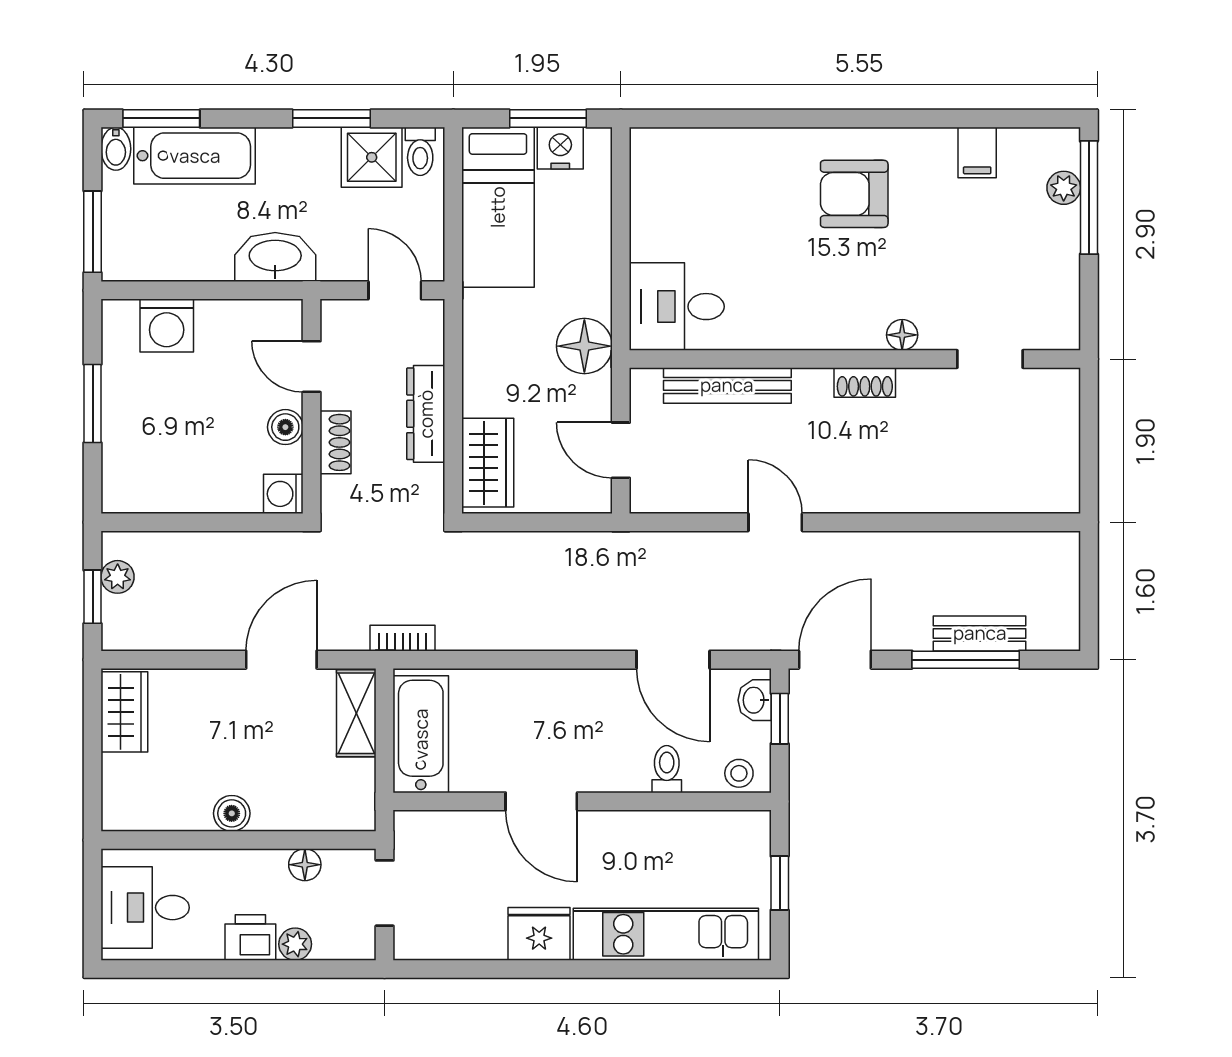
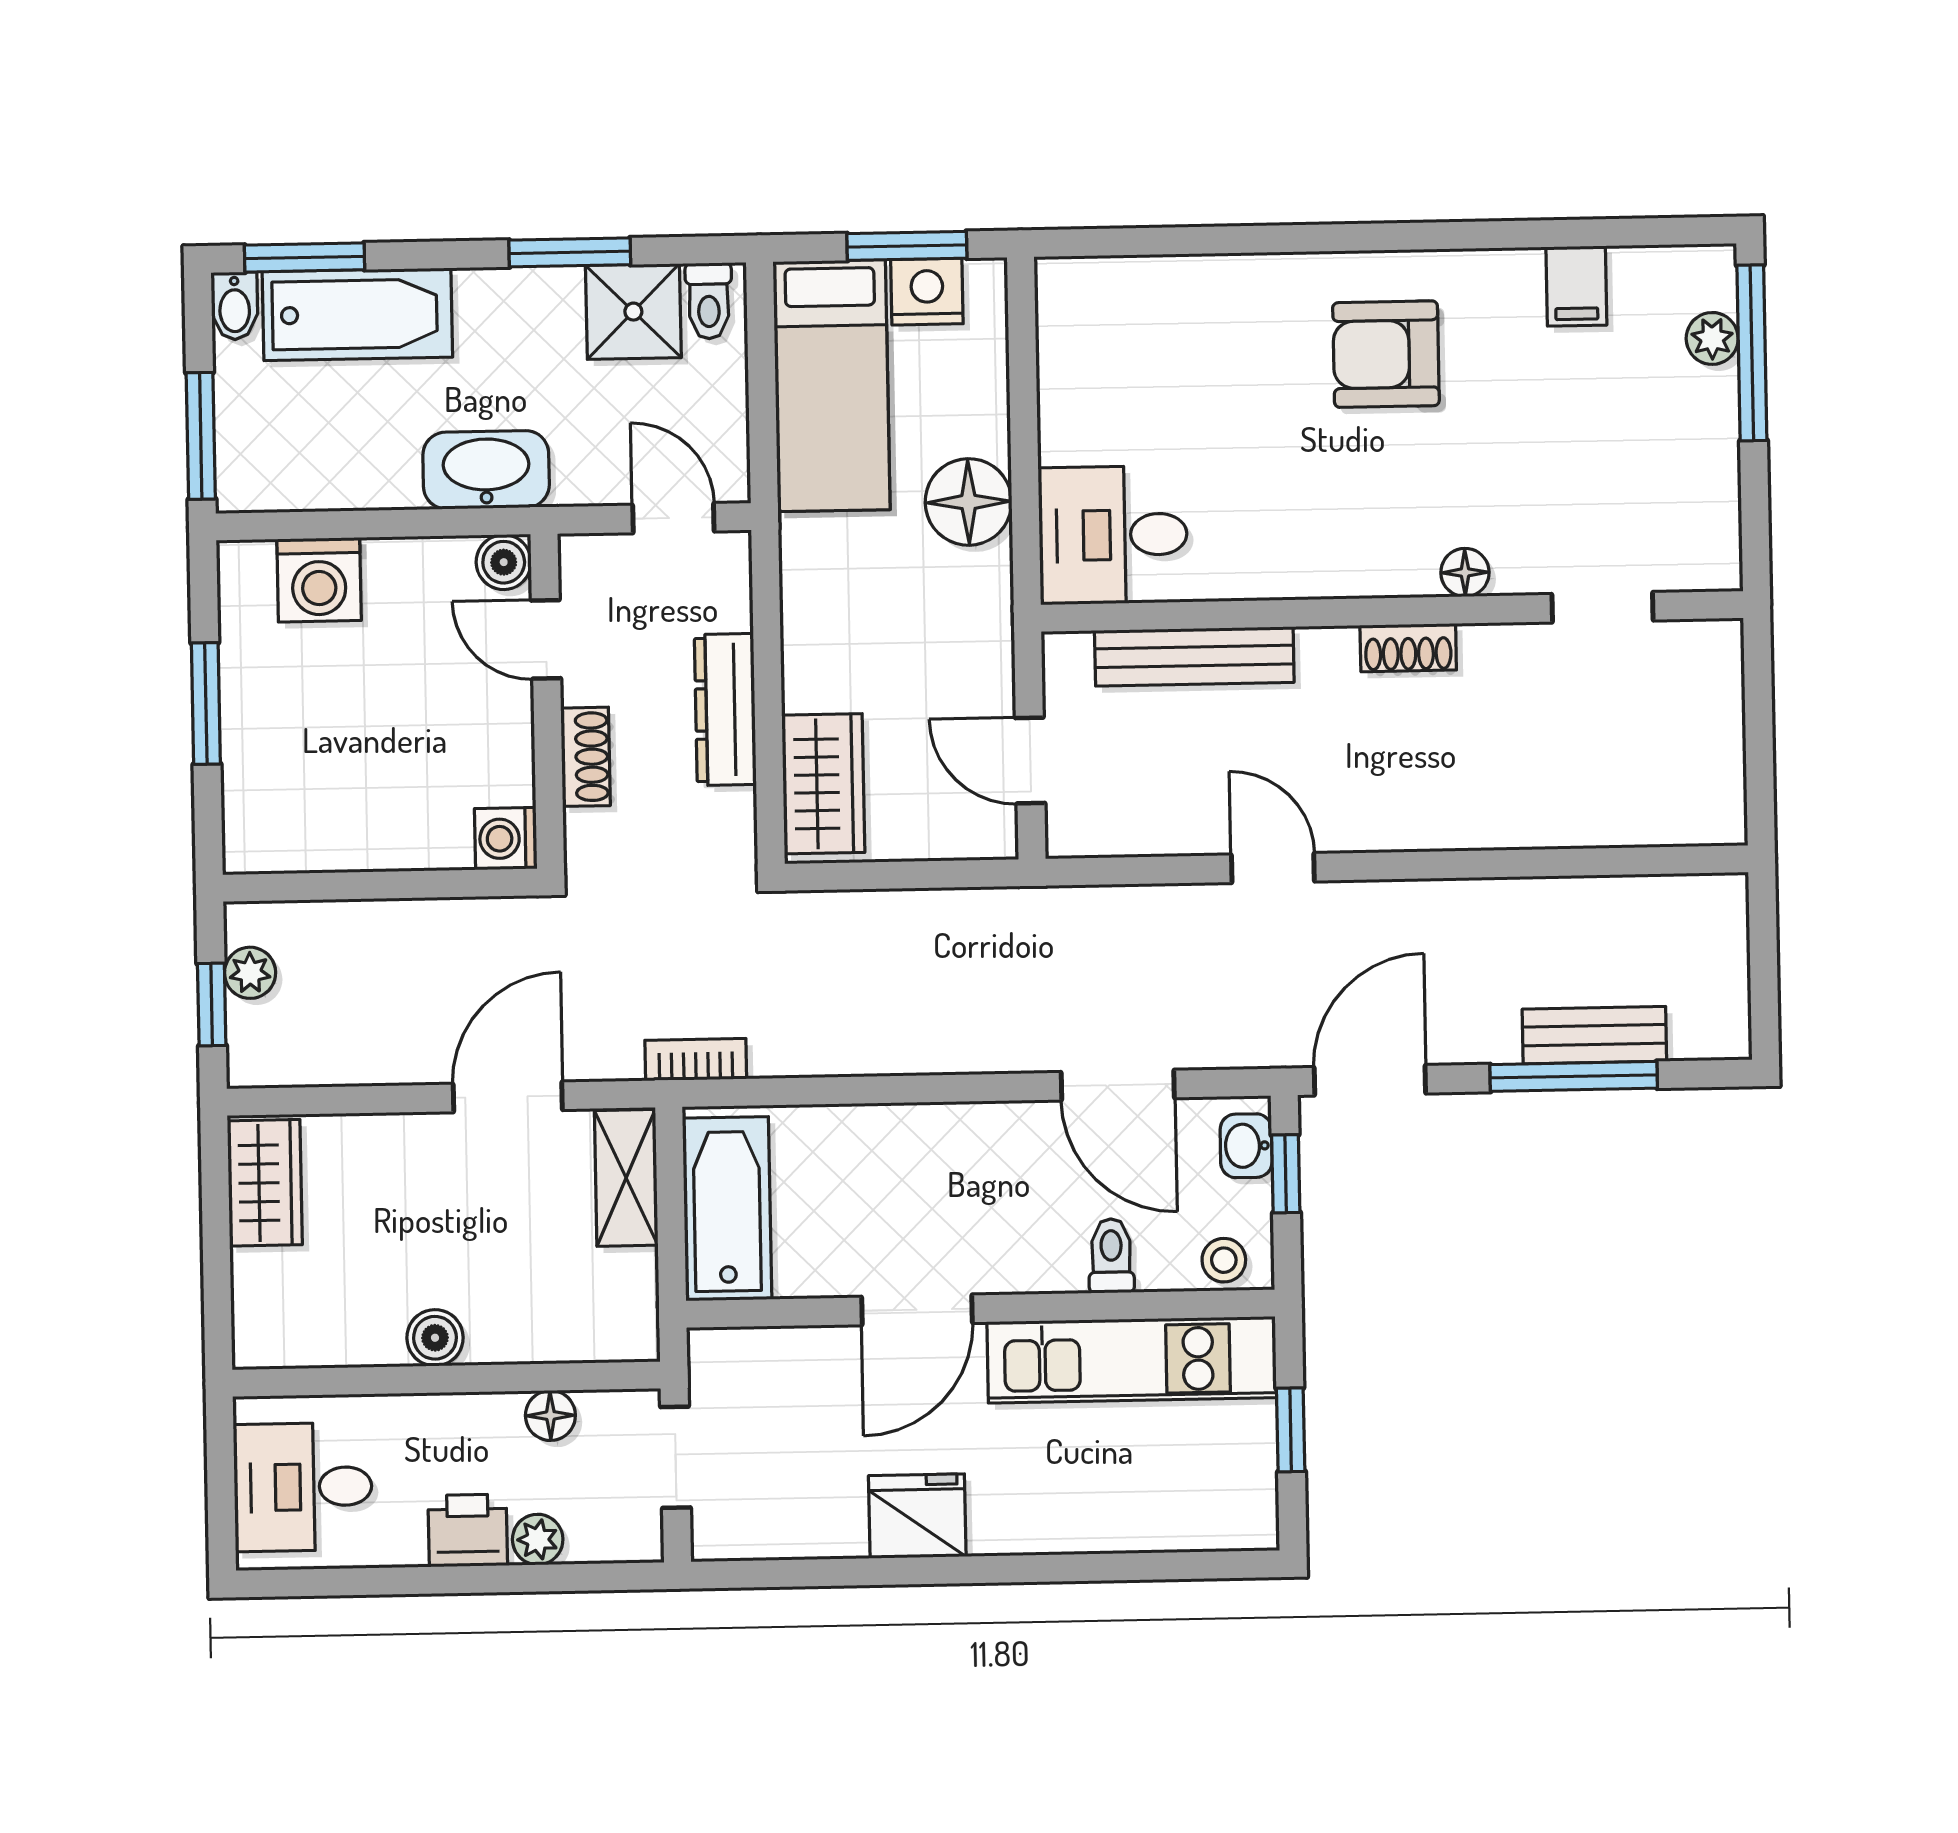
floor lamp: (584, 346) -> (968, 502), moved
boiler: (285, 427) -> (504, 562), moved
door: (541, 801) -> (917, 1310), hinge flipped
kitchen unit: (666, 934) -> (1132, 1360), moved, turned 180

